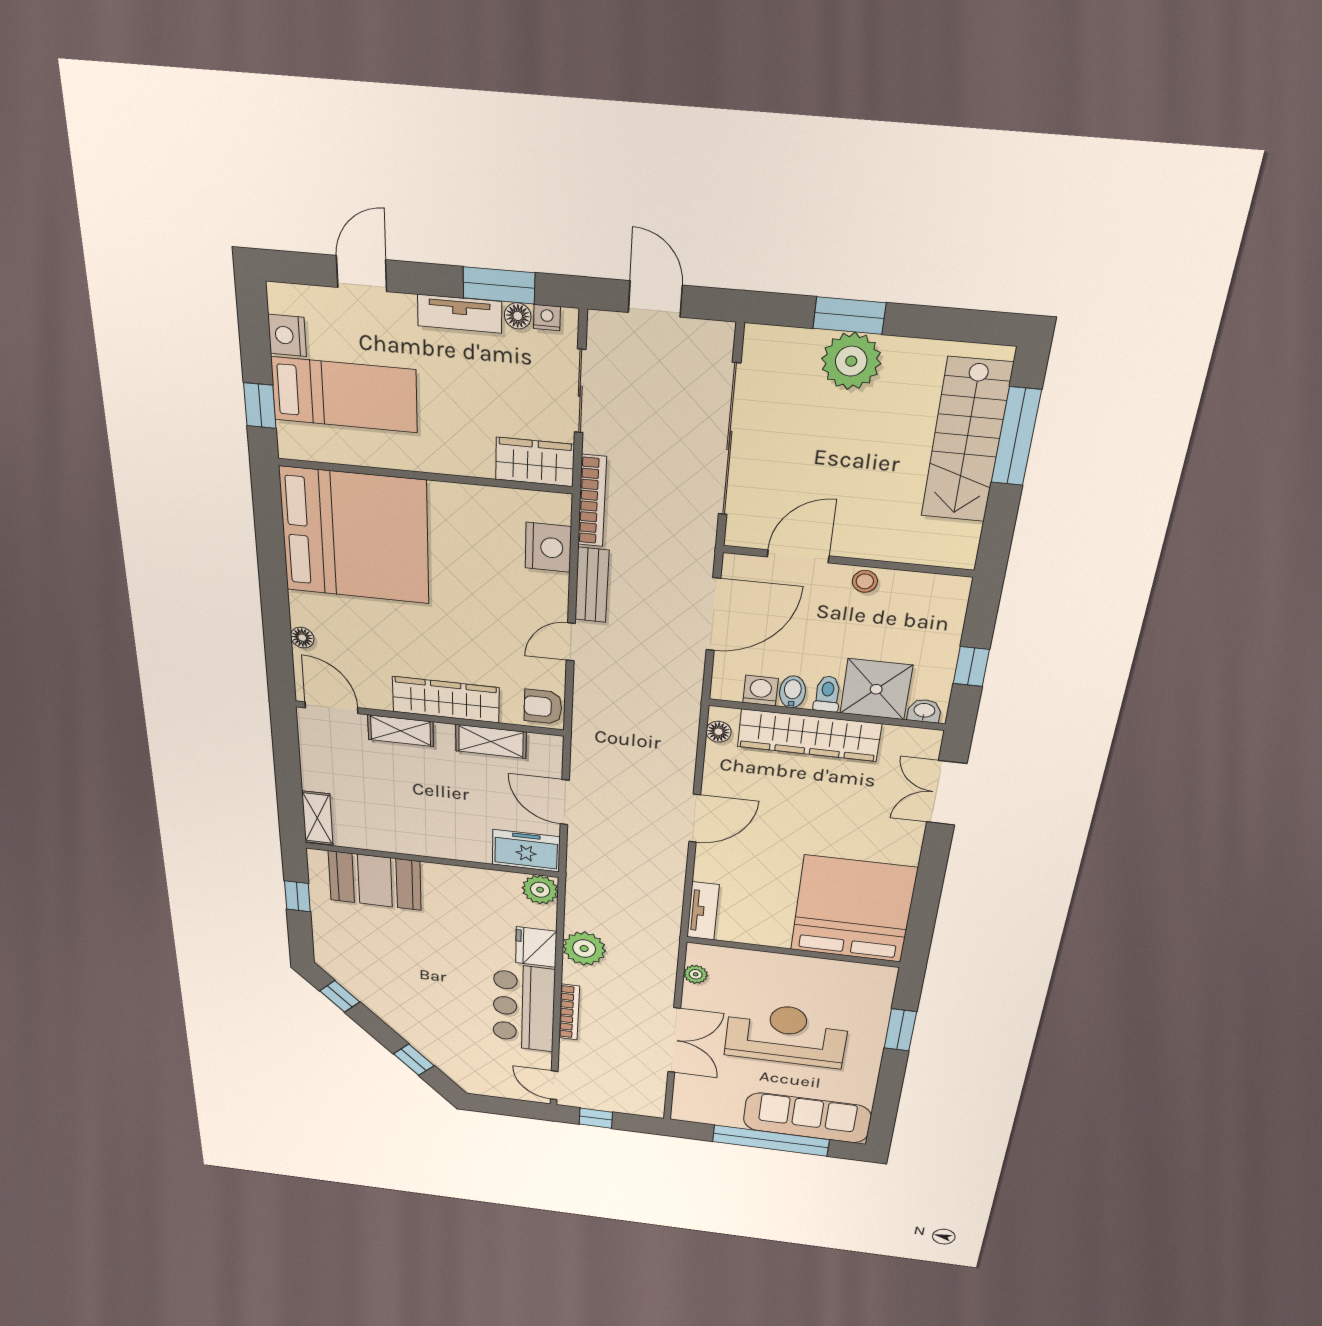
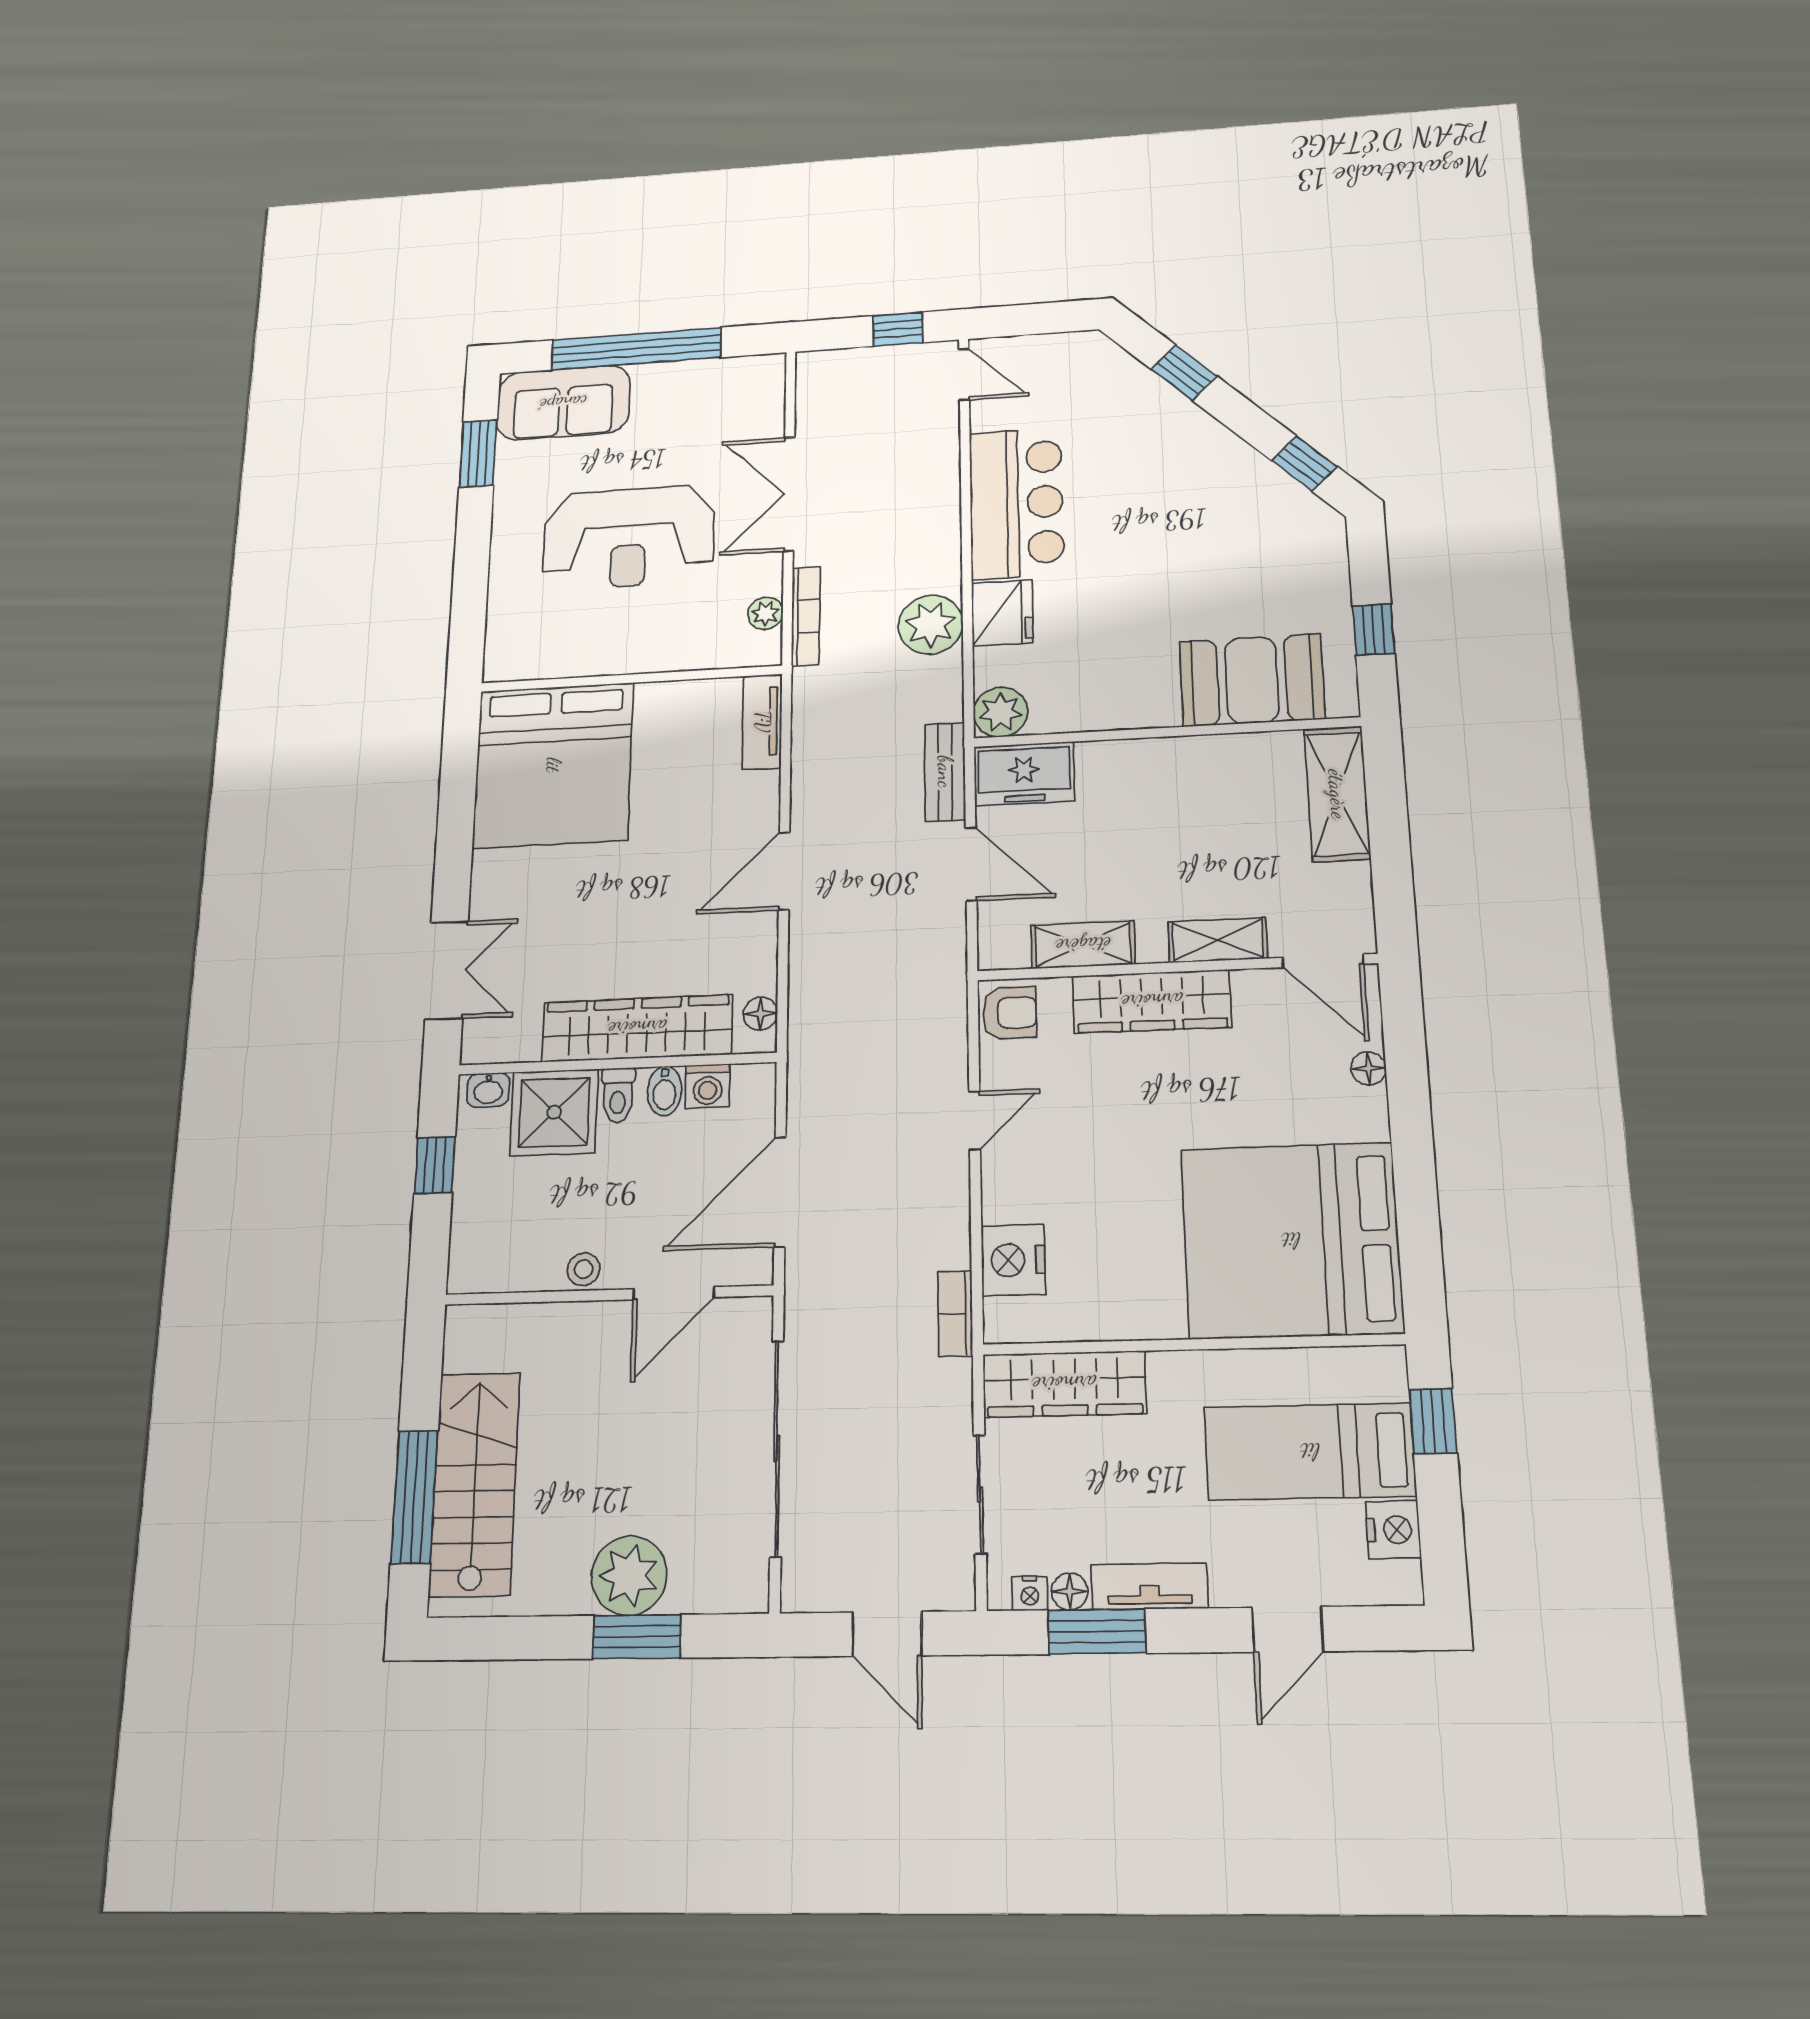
wardrobe: (535, 462) -> (1064, 1384), width x1.50
bookcase: (592, 501) -> (955, 1313), width x0.64
bench: (592, 585) -> (945, 772), moved
shelving: (317, 818) -> (1337, 794), width x1.50, depth x1.33
bookcase: (569, 1012) -> (806, 616), moved, turned 180
window: (900, 1030) -> (478, 453), moved
sofa: (807, 1118) -> (563, 403), width x0.73

